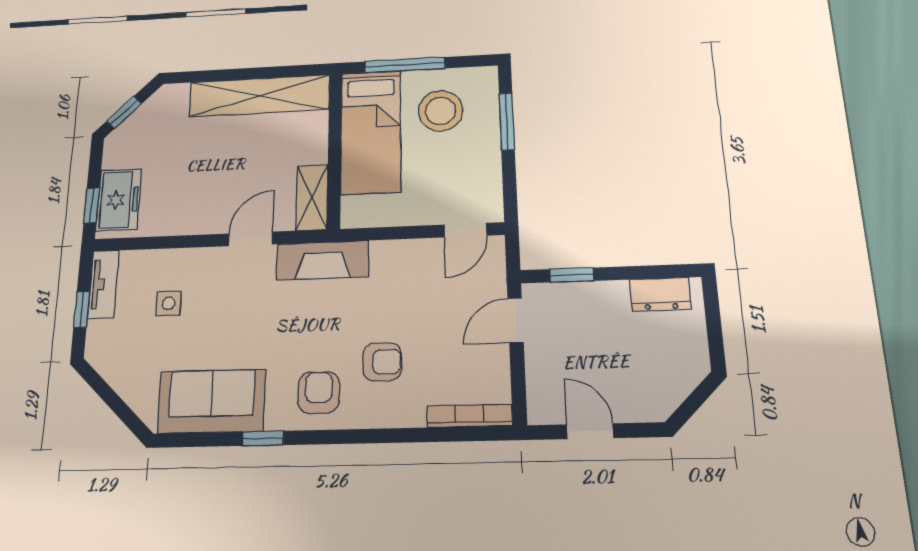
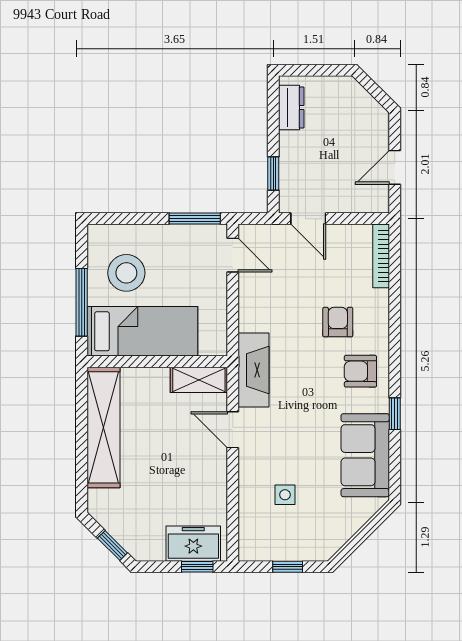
window: (507, 122) -> (195, 219), moved
tv unit: (103, 284) -> (267, 550), removed

